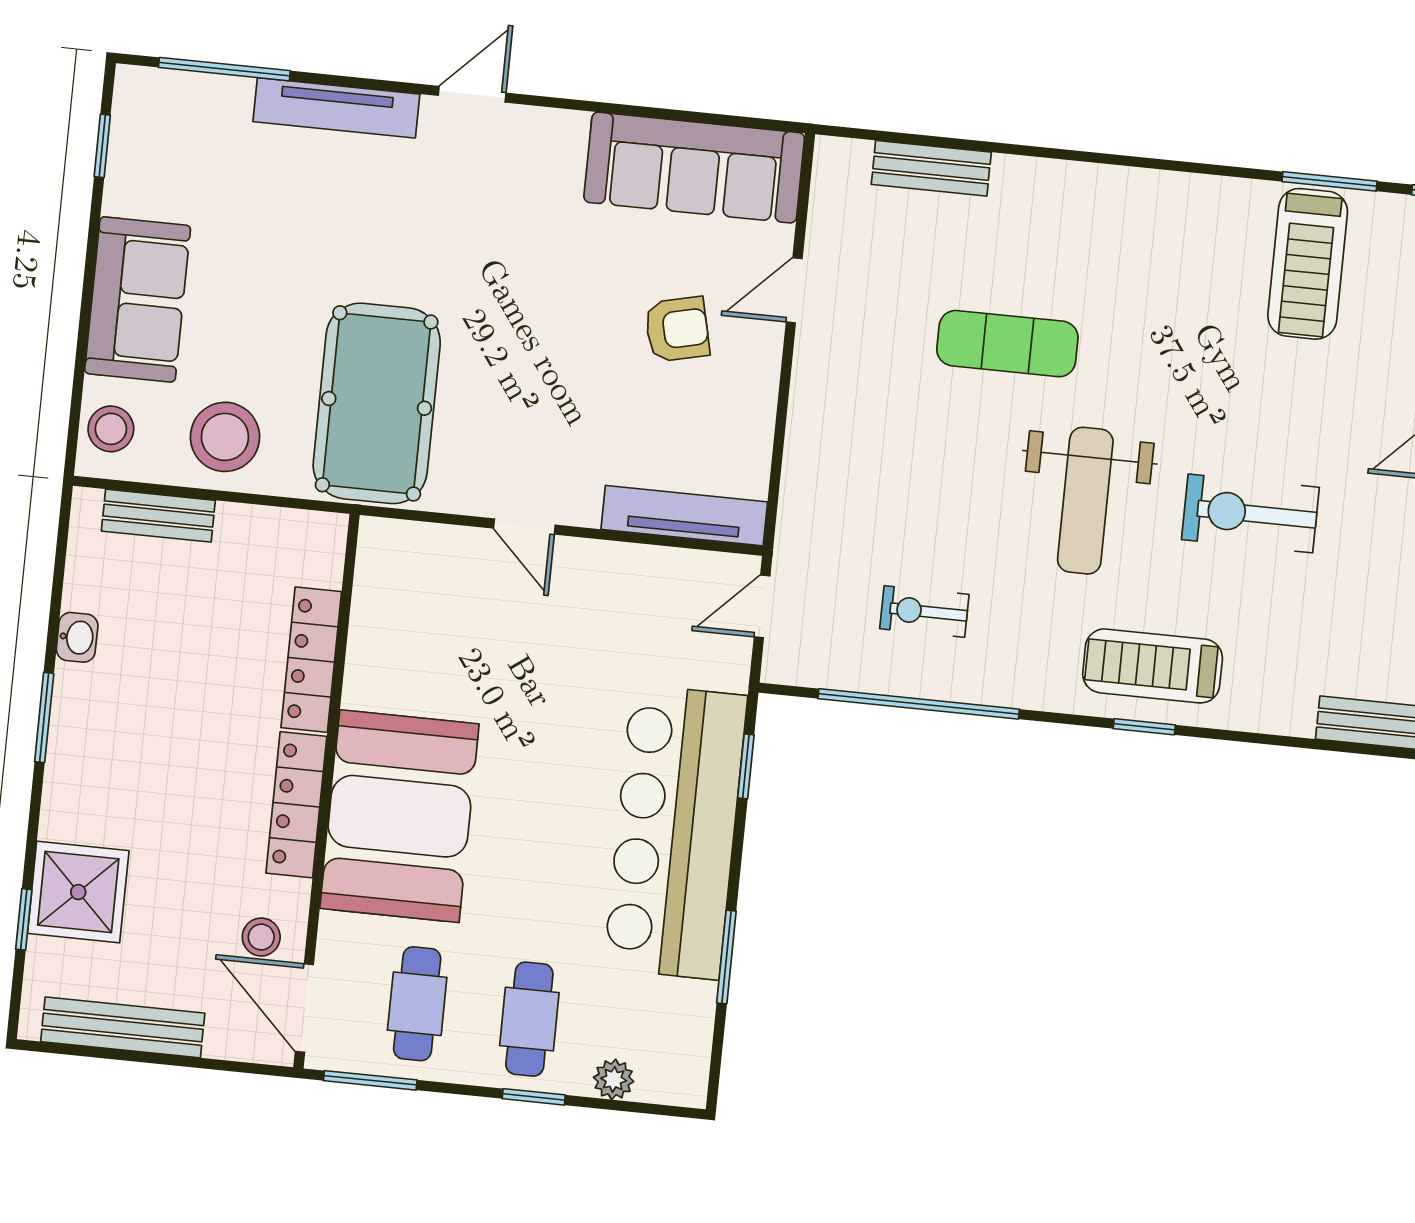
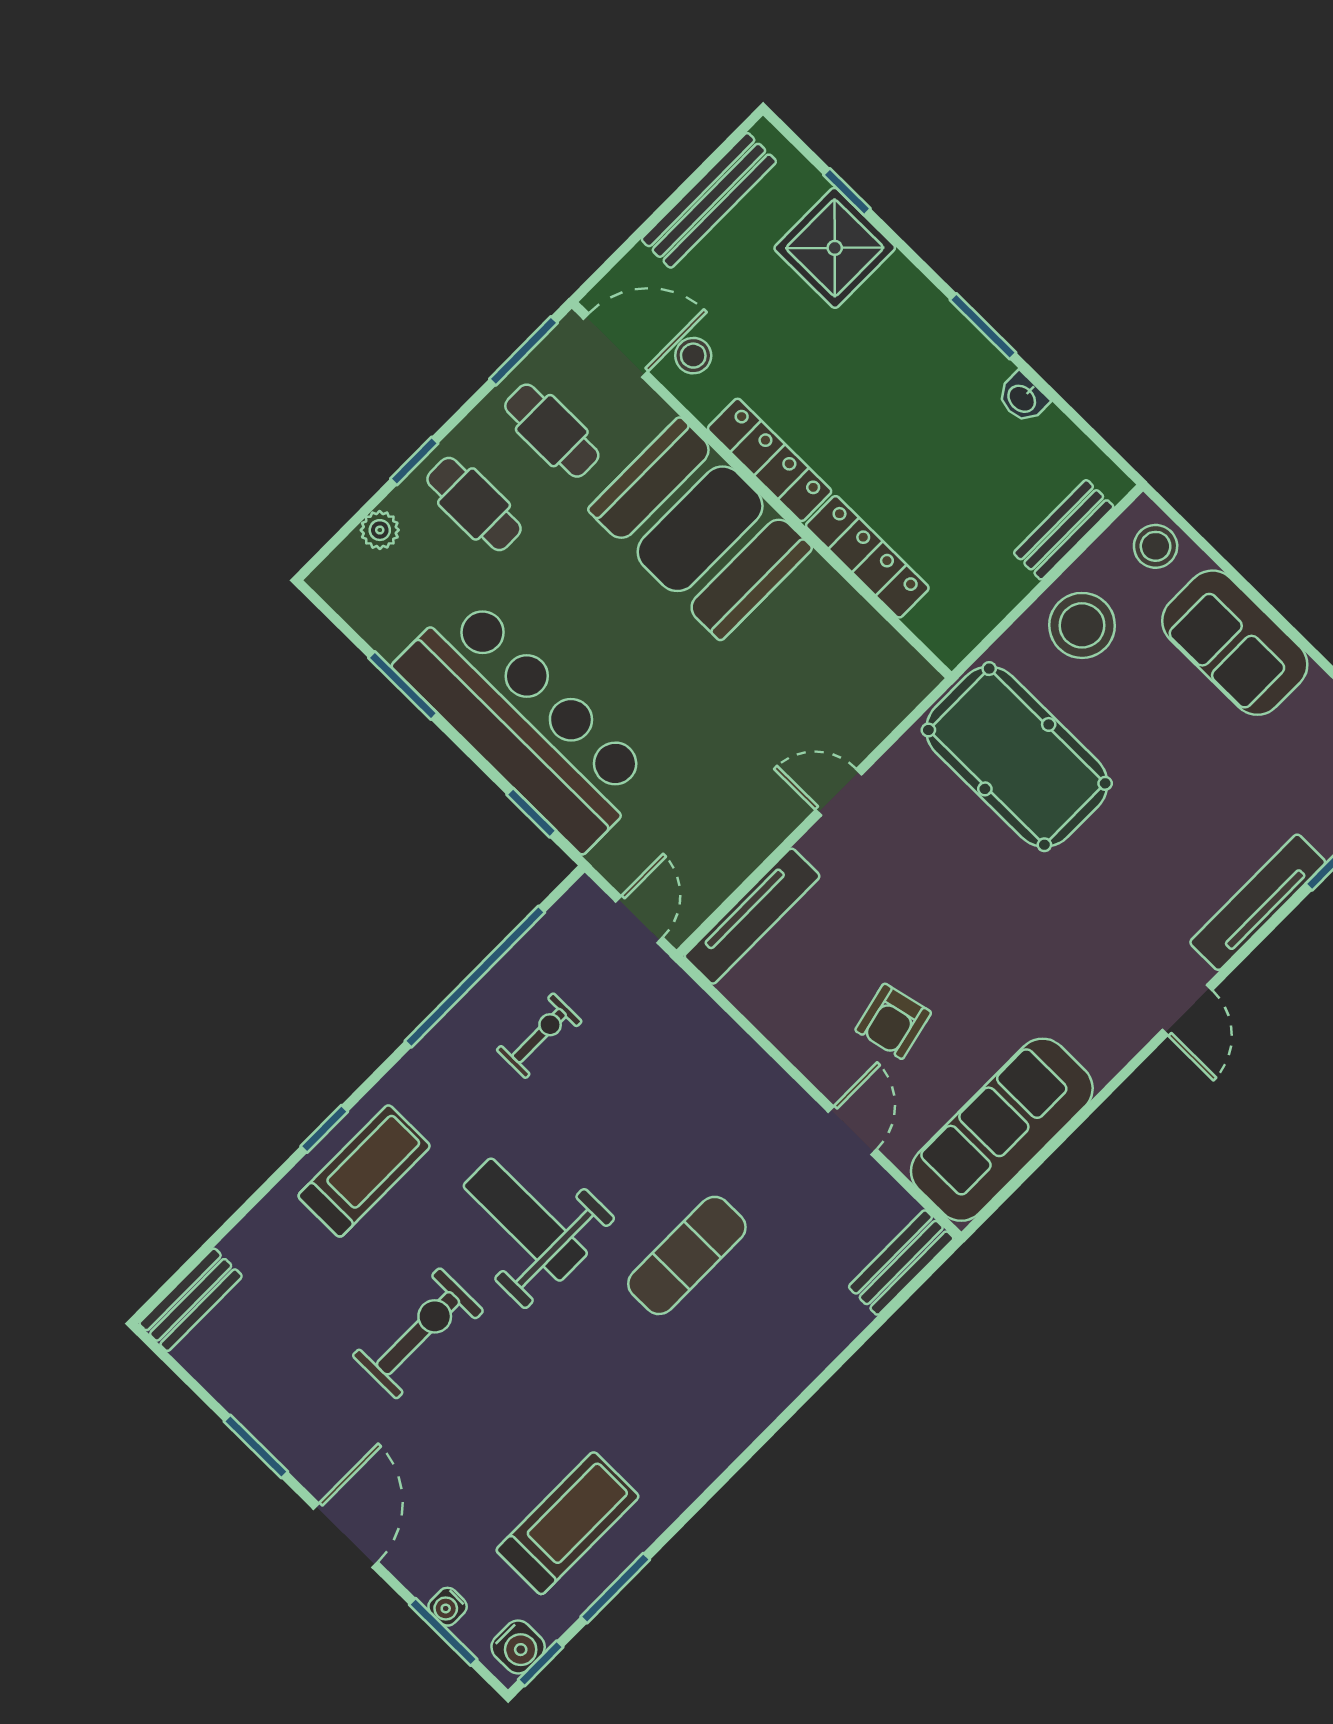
bench: (931, 168) -> (901, 1263), moved
treadmill: (1308, 264) -> (568, 1523), turned 90

